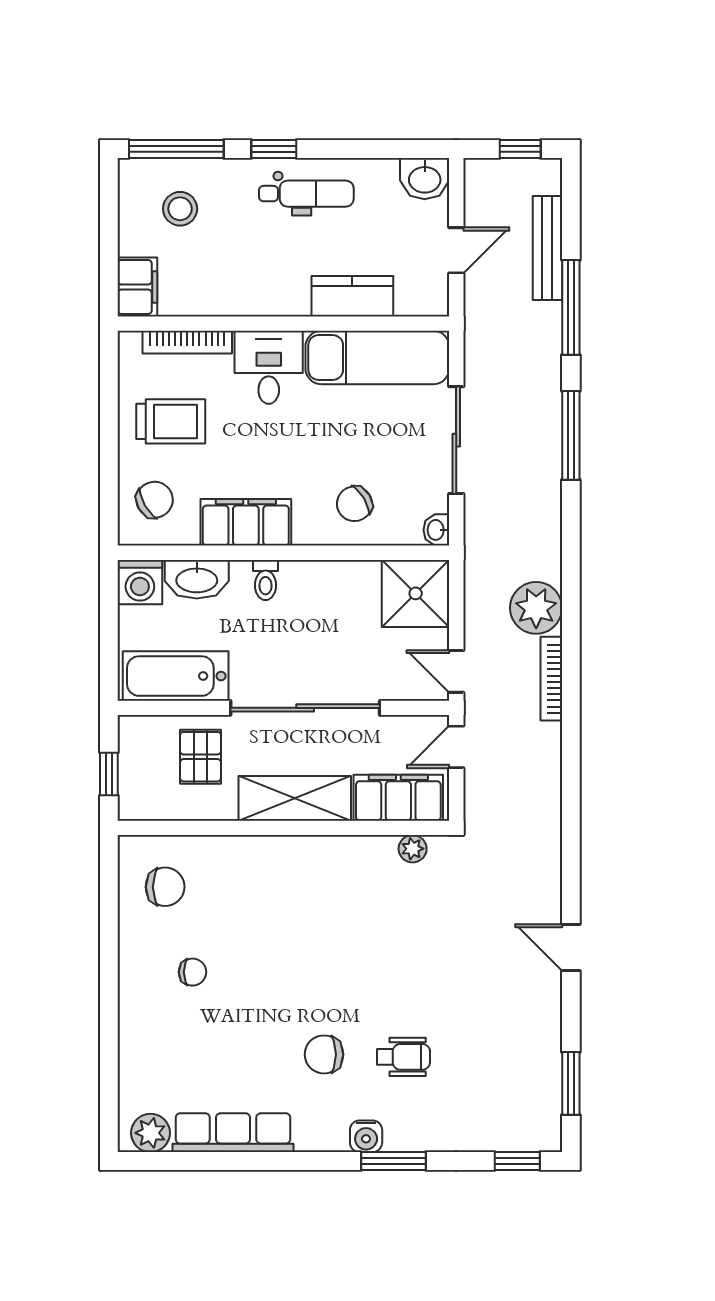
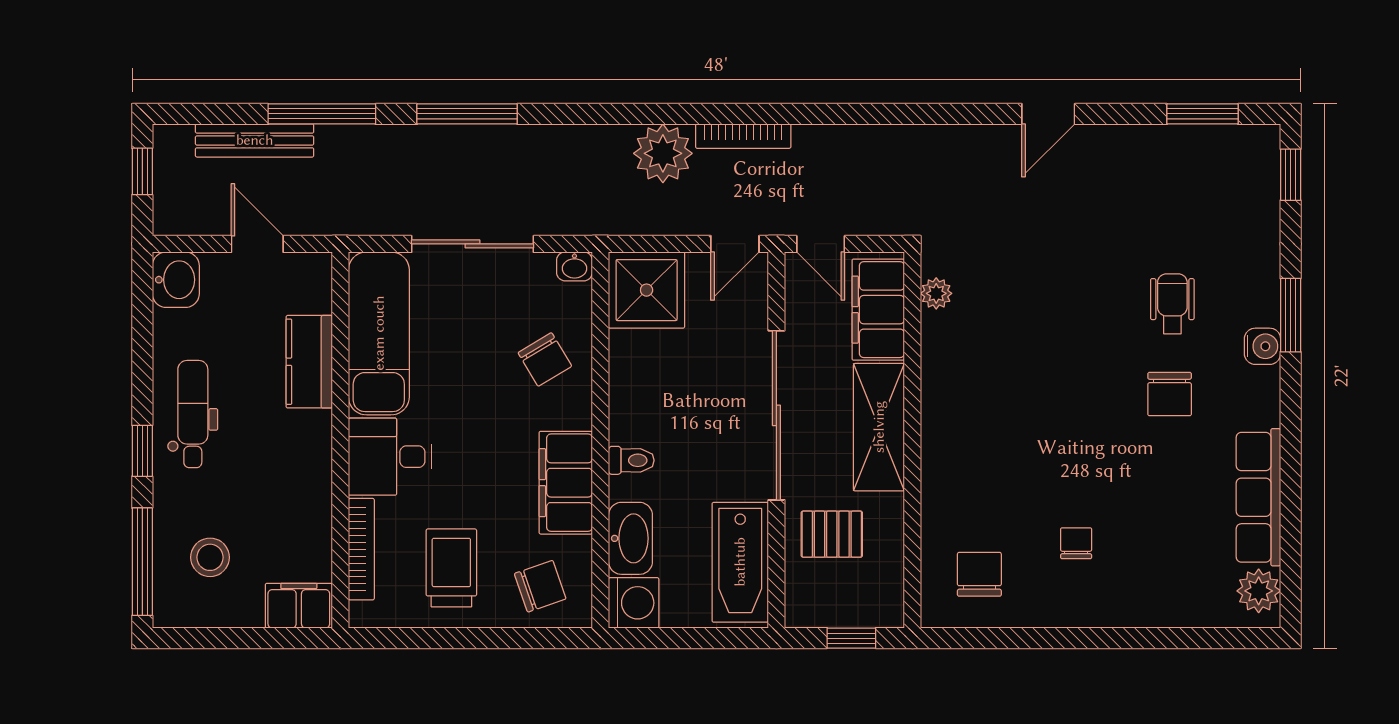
chair: (155, 500) -> (540, 586), turned 101

